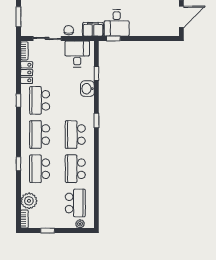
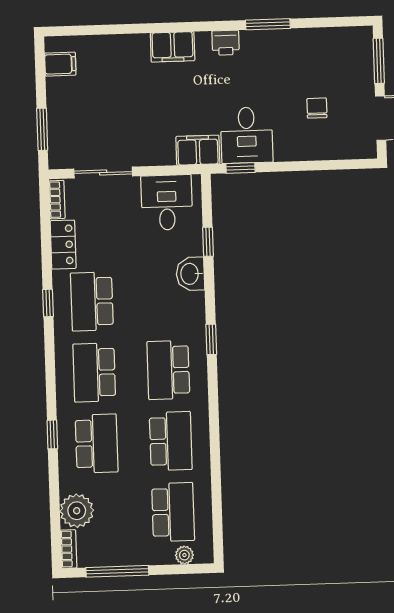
chair: (69, 30) -> (317, 108), moved
school desk: (40, 169) -> (97, 443), turned 180
school desk: (75, 169) -> (171, 441), turned 180
window: (48, 231) -> (117, 571), width x2.17

